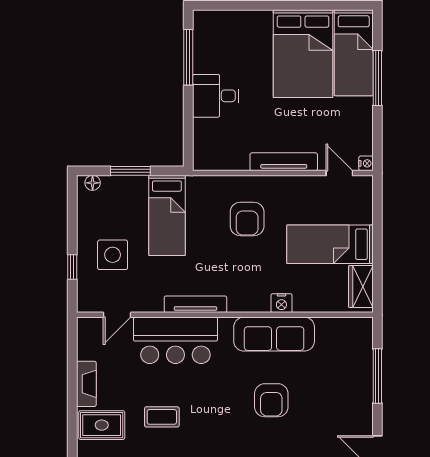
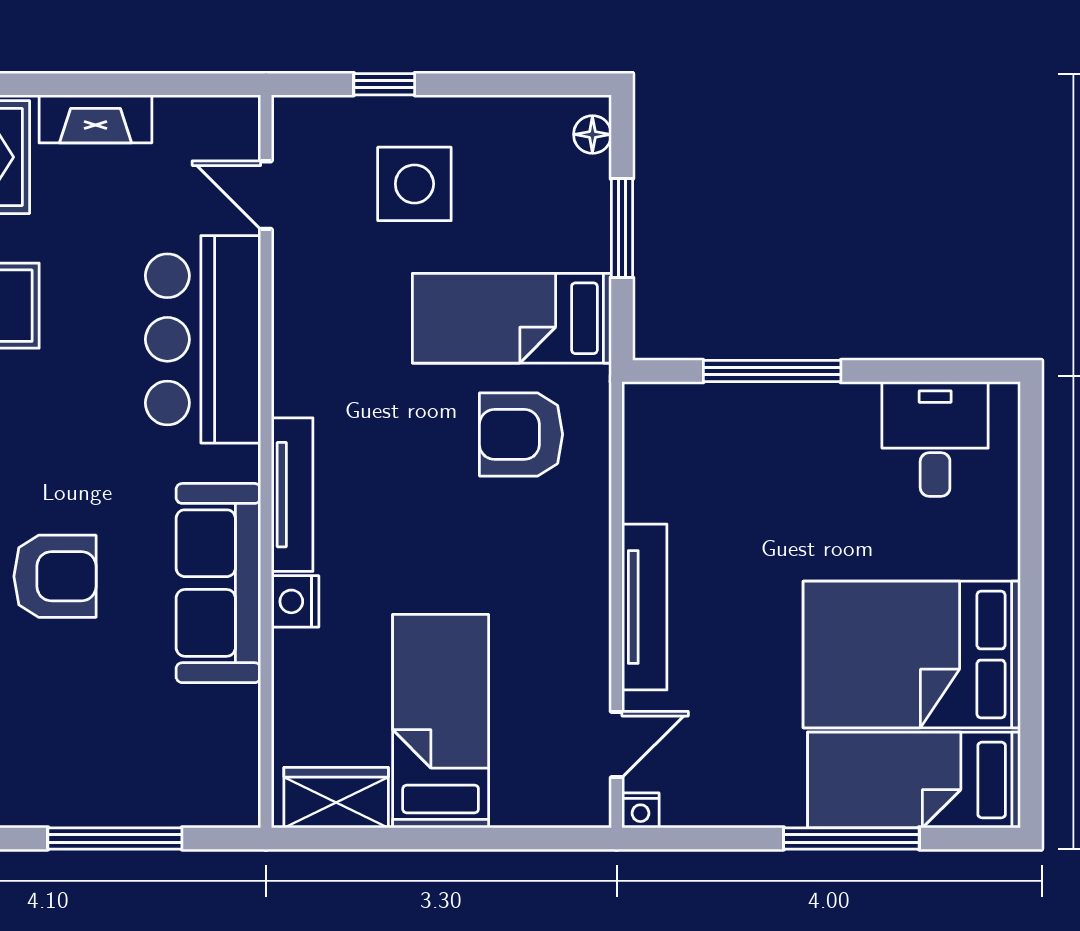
window: (188, 57) -> (772, 371), moved
desk: (216, 96) -> (935, 439), moved
armchair: (247, 219) -> (521, 434), moved
tv unit: (195, 304) -> (292, 495), moved
armchair: (271, 400) -> (55, 576), turned 180

